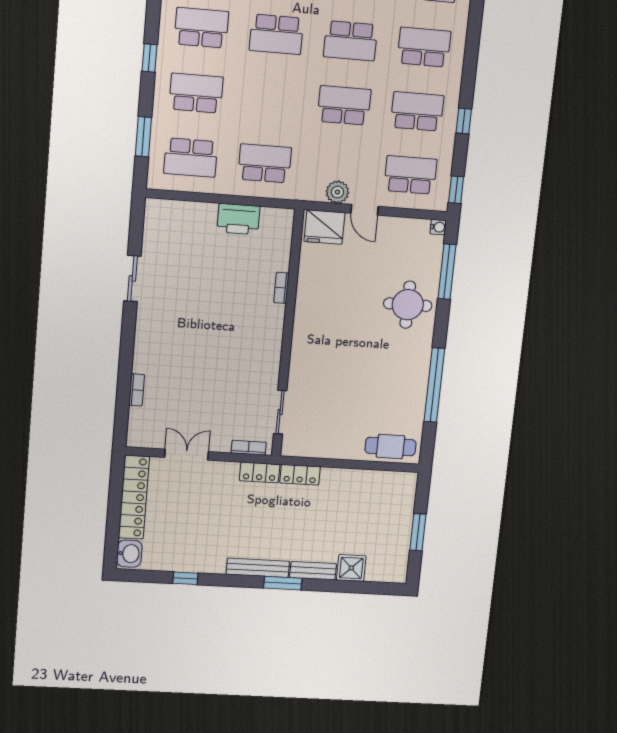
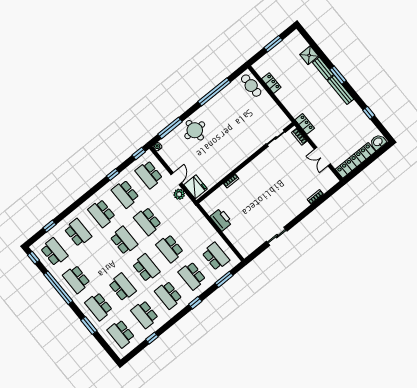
school desk: (265, 163) -> (170, 248), moved
locker: (300, 475) -> (271, 83), moved

